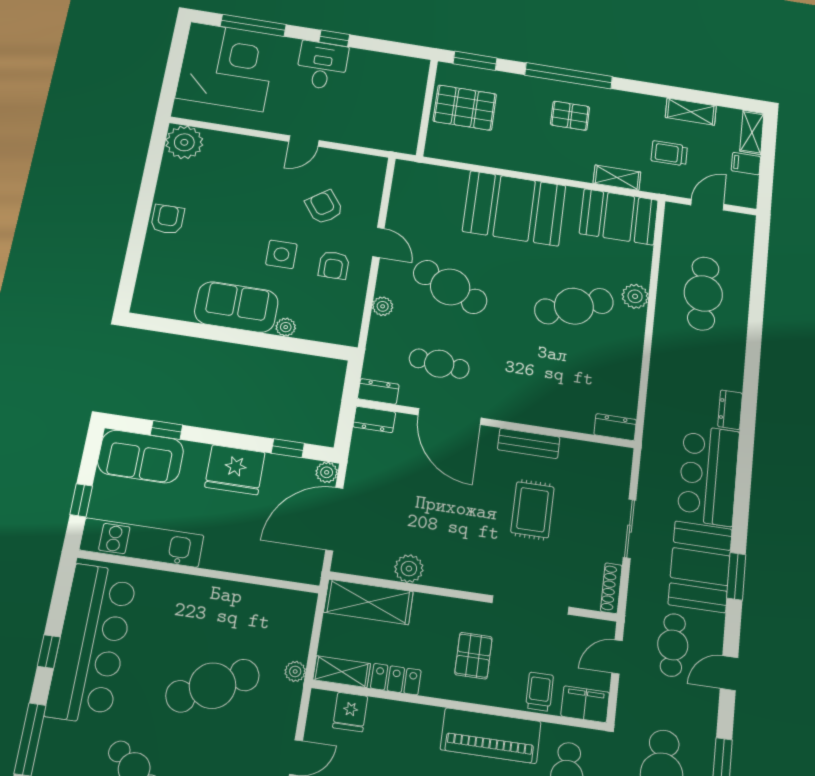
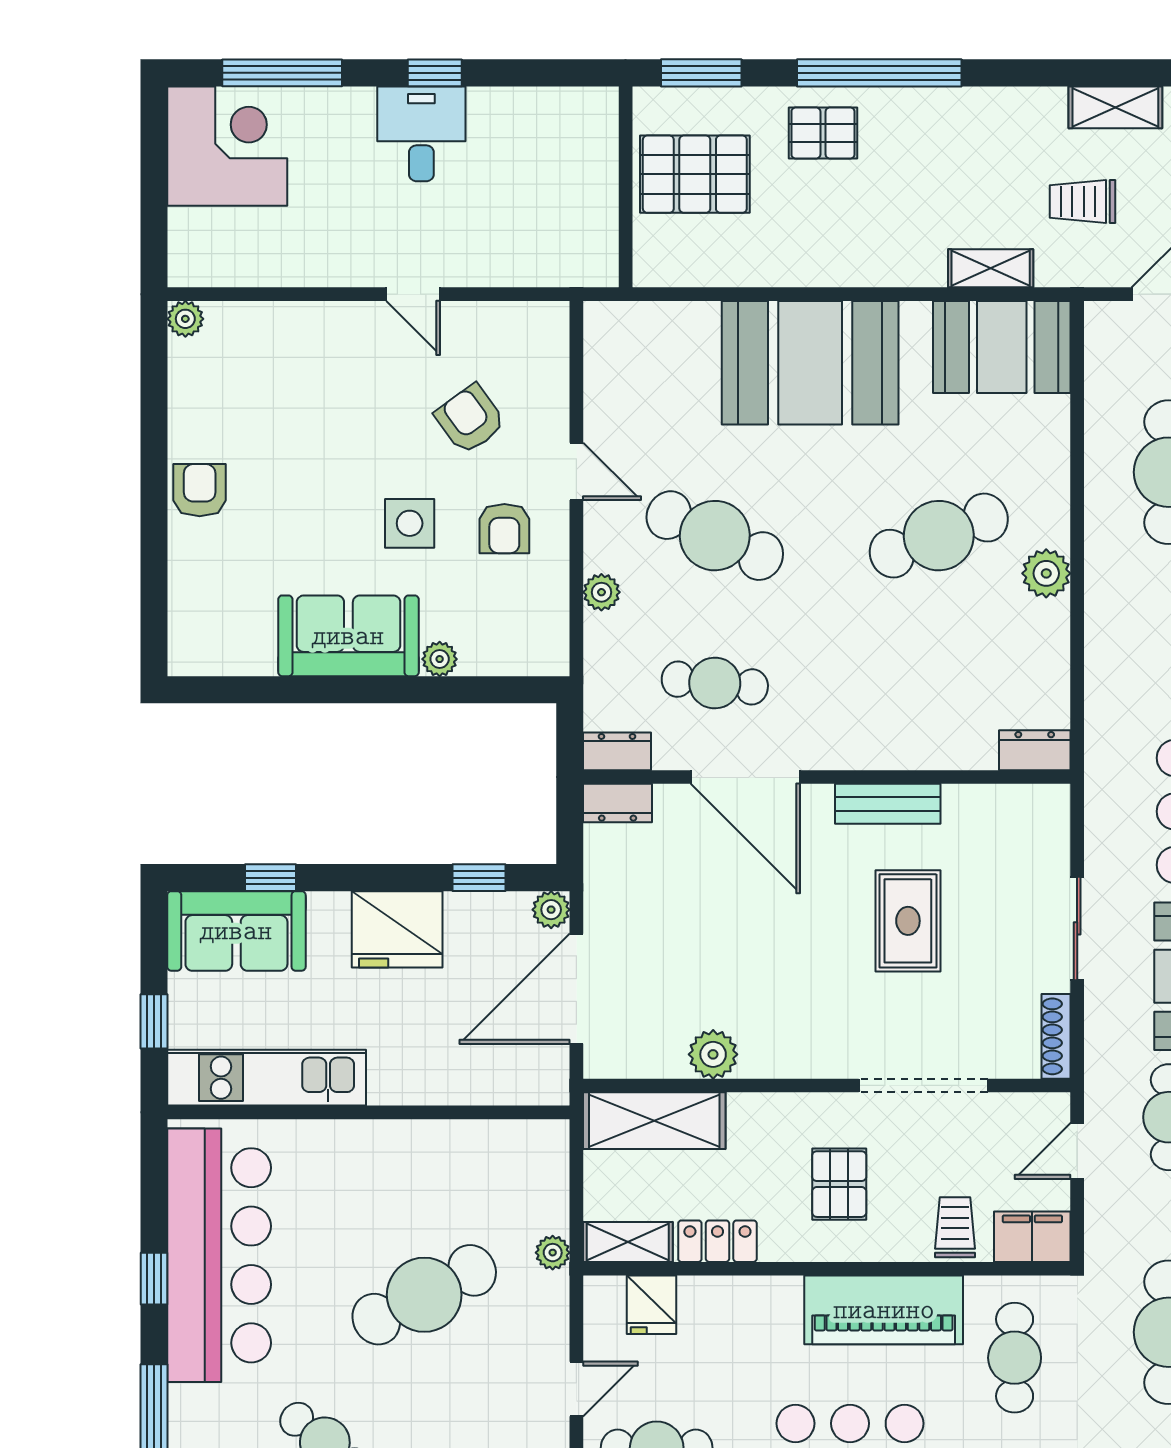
corner desk: (227, 67) -> (227, 146), width x0.74, depth x0.74
pallet: (570, 116) -> (823, 133), moved
door: (304, 141) -> (413, 294), hinge flipped
plant: (184, 142) -> (185, 319), width x0.53, depth x0.53
plant: (635, 296) -> (1046, 573), moved

